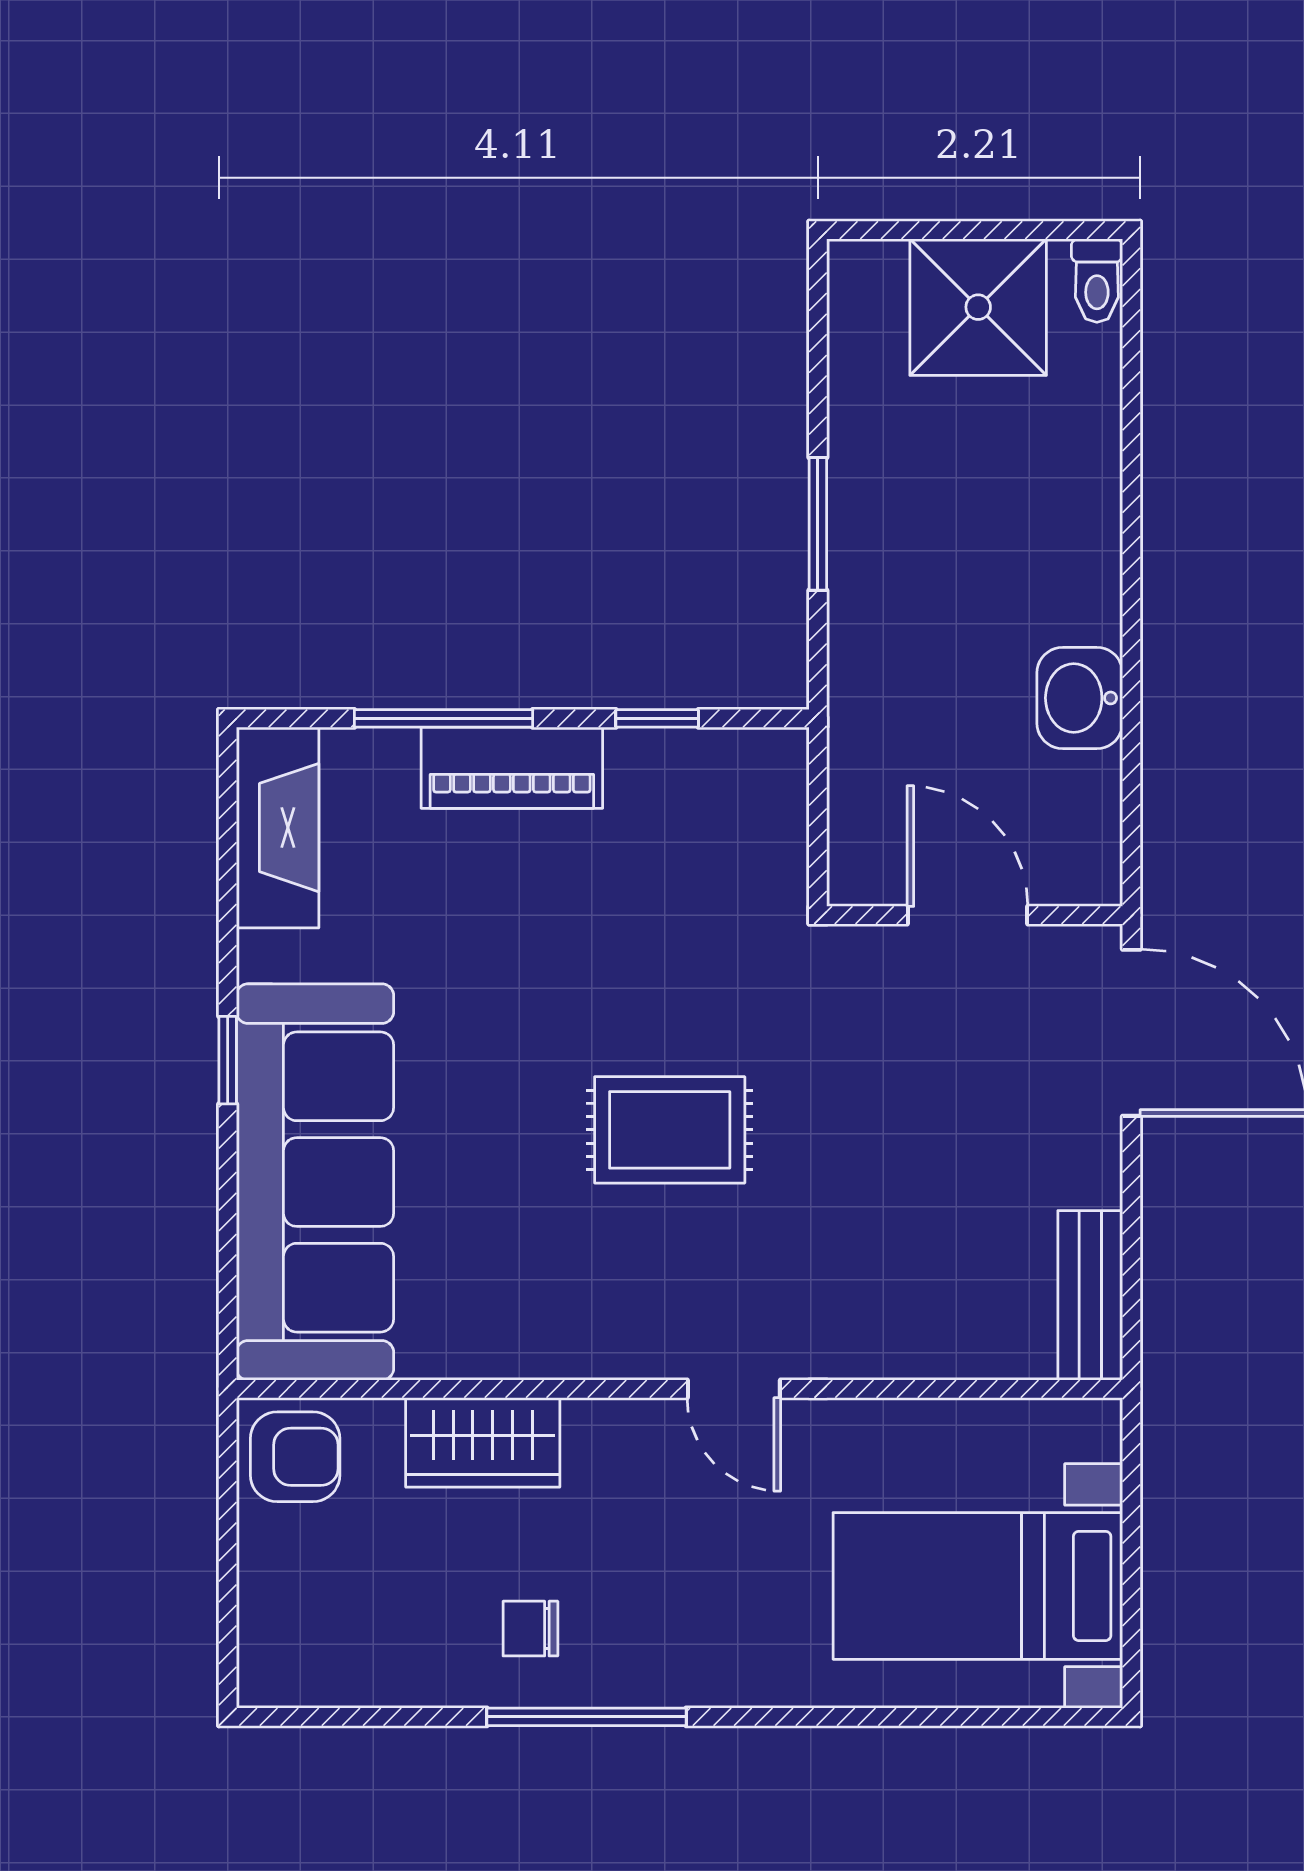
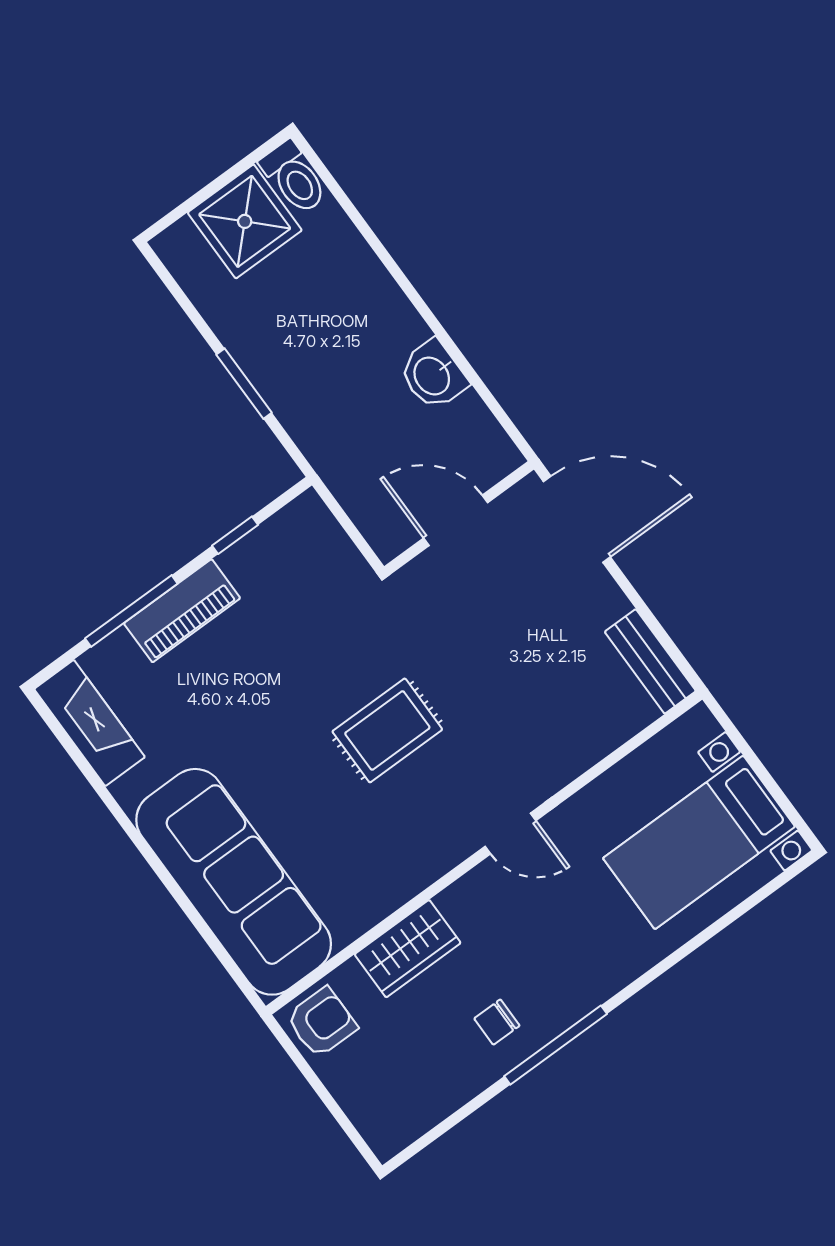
toilet: (1097, 281) -> (294, 177), width x1.37, depth x1.39
window: (228, 1060) -> (148, 854), removed

